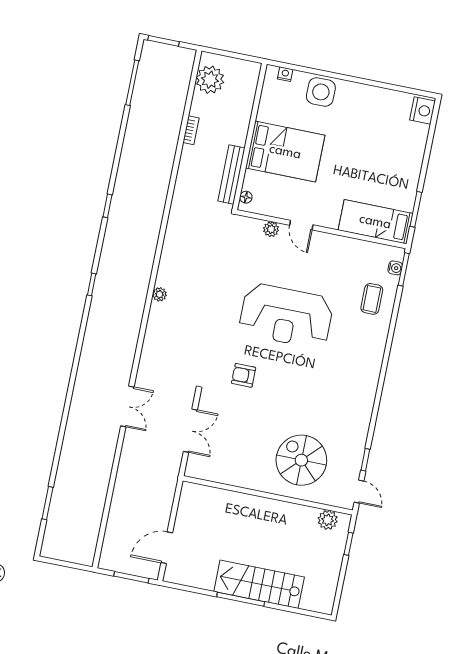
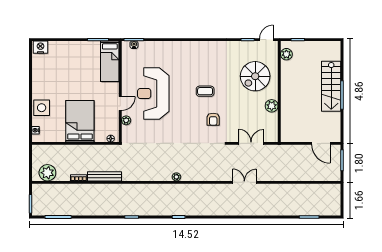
bench: (231, 175) -> (104, 176), moved
coffee table: (372, 299) -> (205, 91), moved
reception desk: (286, 316) -> (153, 94), moved, turned 180
plant: (246, 478) -> (272, 106), added

